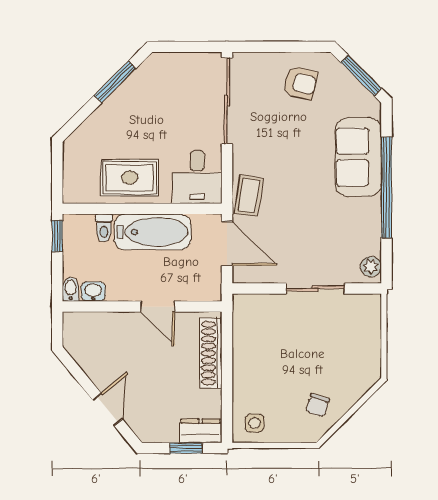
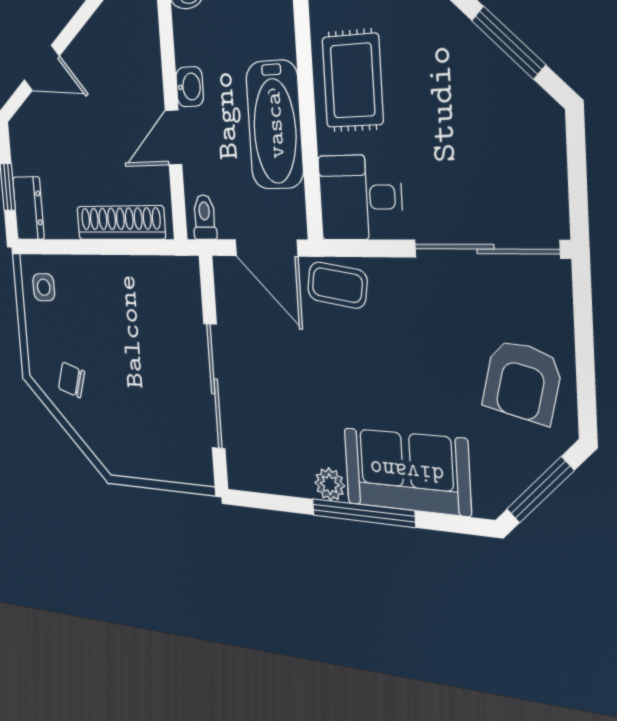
armchair: (300, 83) -> (522, 381), width x1.38, depth x1.38
window: (386, 187) -> (363, 513), width x0.68
toilet: (104, 228) -> (205, 217), moved, turned 90
door: (227, 243) -> (266, 248), hinge flipped
plant: (371, 267) -> (330, 484), moved
sliding door: (315, 289) -> (214, 386), width x1.37
washbasin: (93, 292) -> (190, 87), moved

